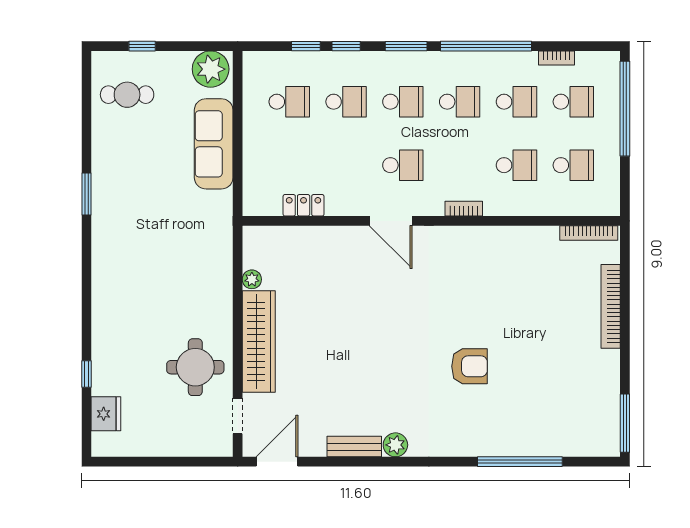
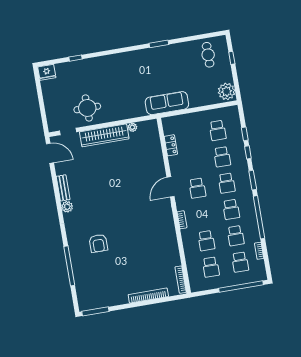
sofa: (214, 144) -> (167, 103), moved
armchair: (470, 366) -> (98, 243), moved
fridge: (106, 414) -> (47, 72), moved

